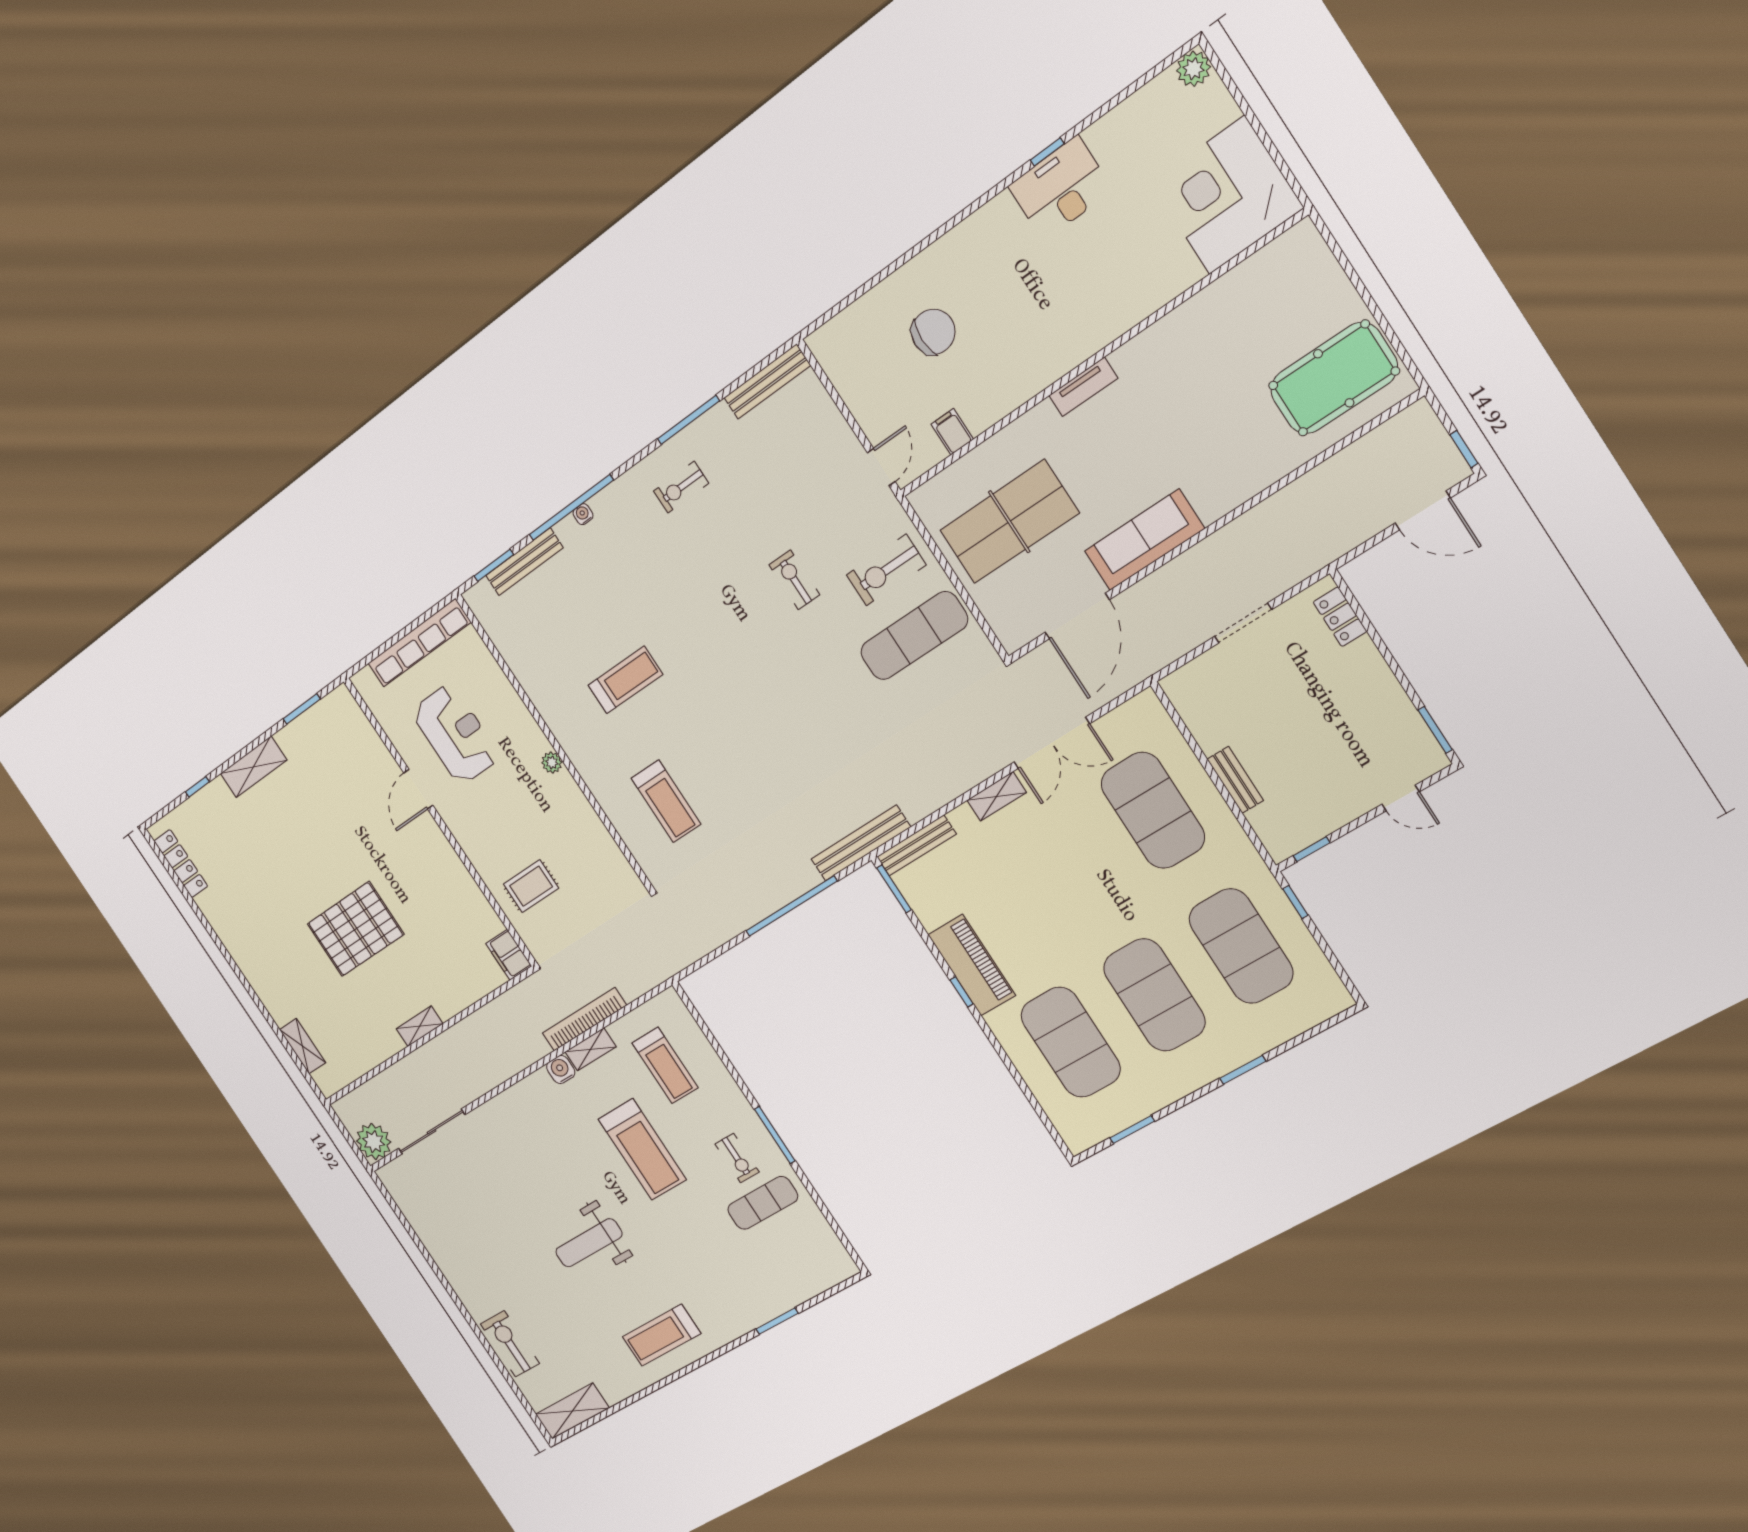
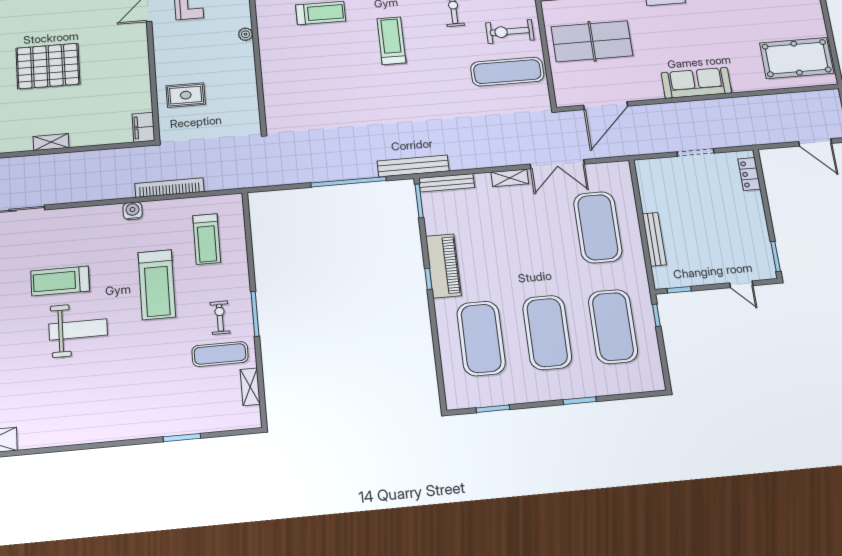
sofa: (1144, 540) -> (696, 83), moved
bench: (1235, 780) -> (654, 239), width x1.36
treadmill: (666, 801) -> (391, 41), moved, turned 180
shelving: (590, 1049) -> (250, 387), moved, turned 90
exercise bike: (737, 1158) -> (220, 318), turned 180
weight bench: (589, 1243) -> (78, 330), turned 180
treadmill: (662, 1335) -> (60, 281), moved

